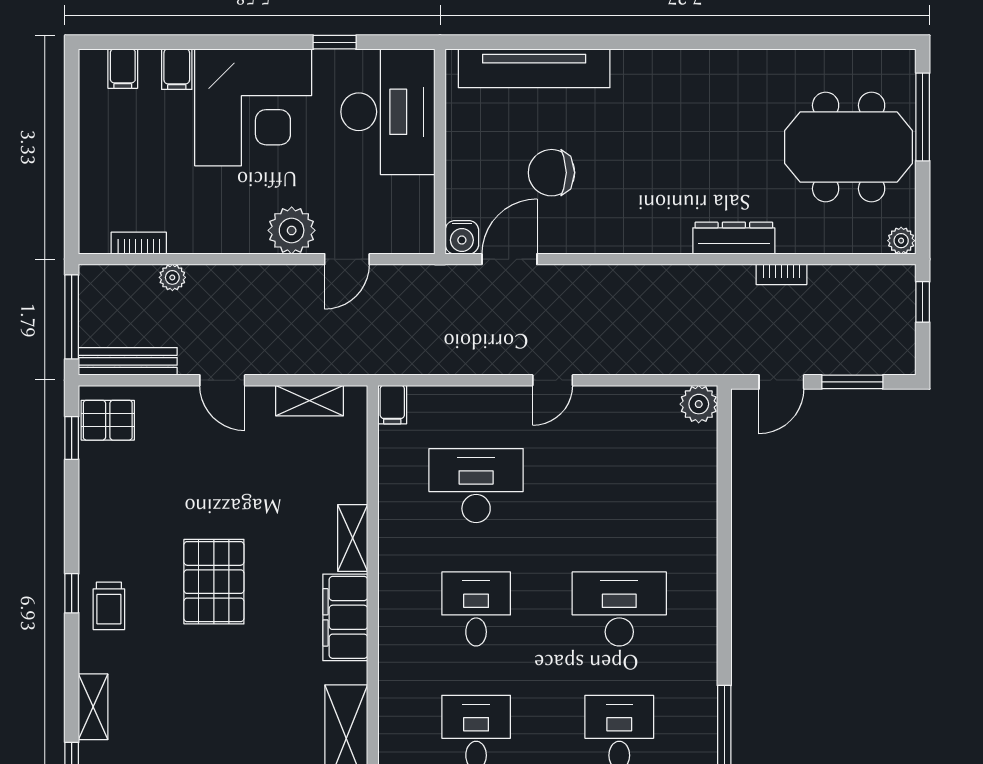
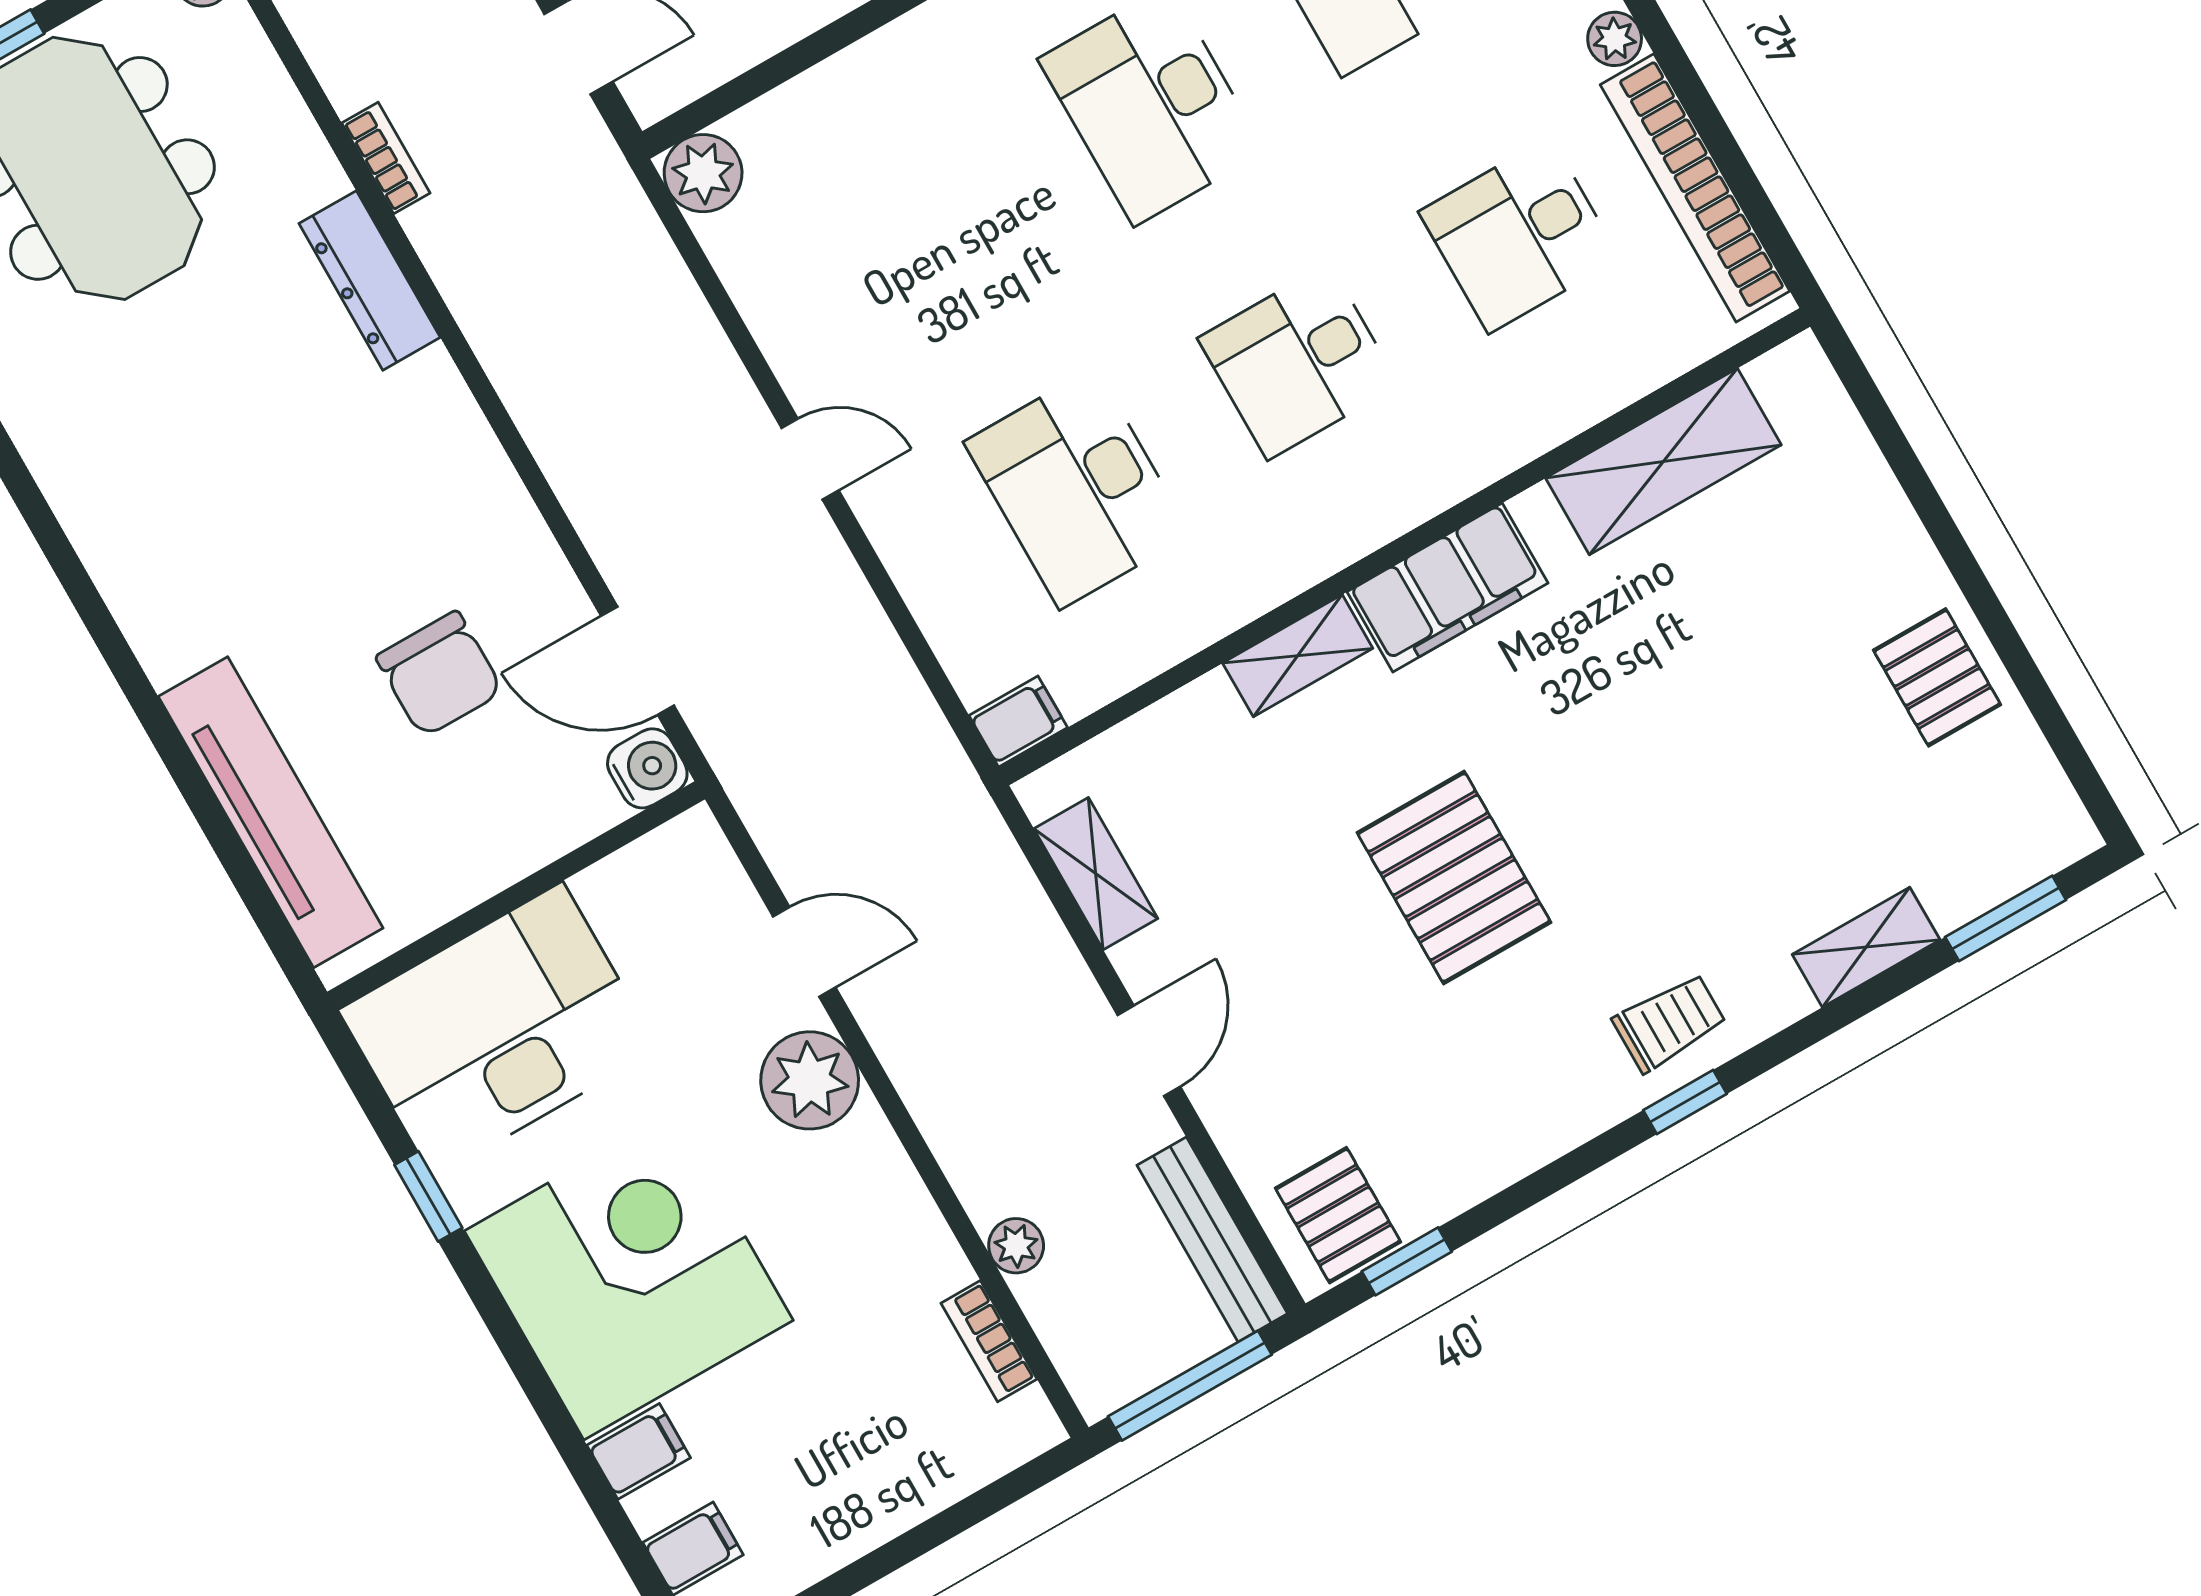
pallet: (214, 582) -> (1454, 877), moved, turned 90

